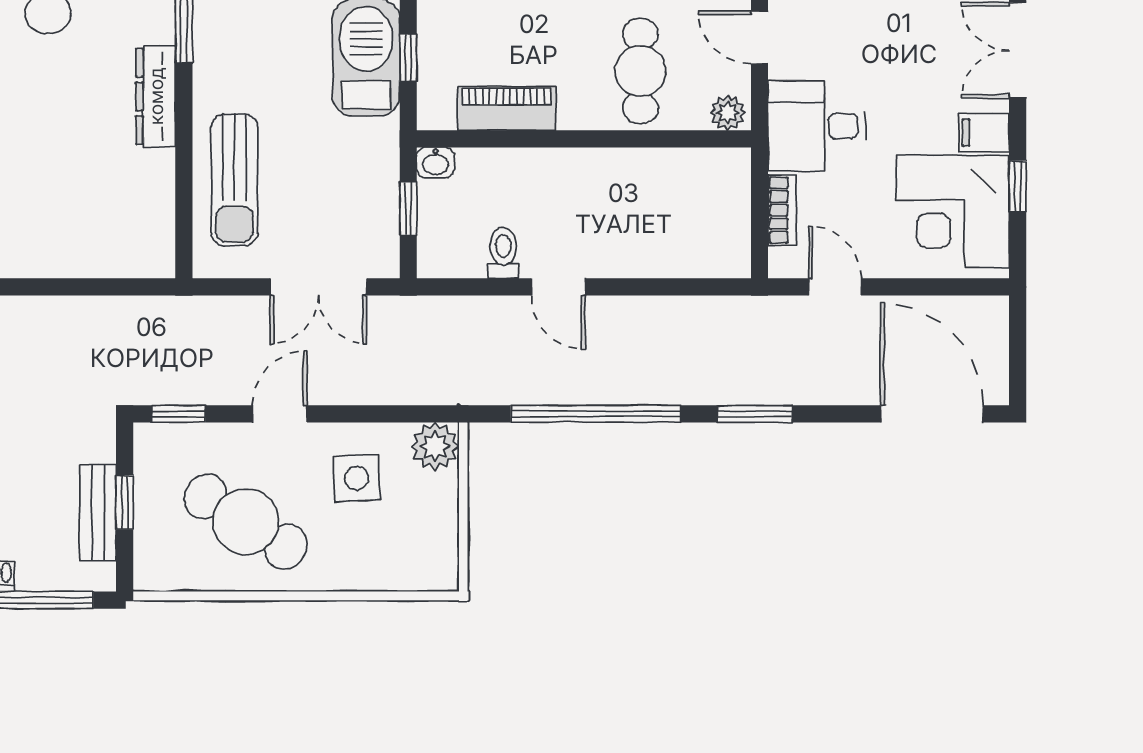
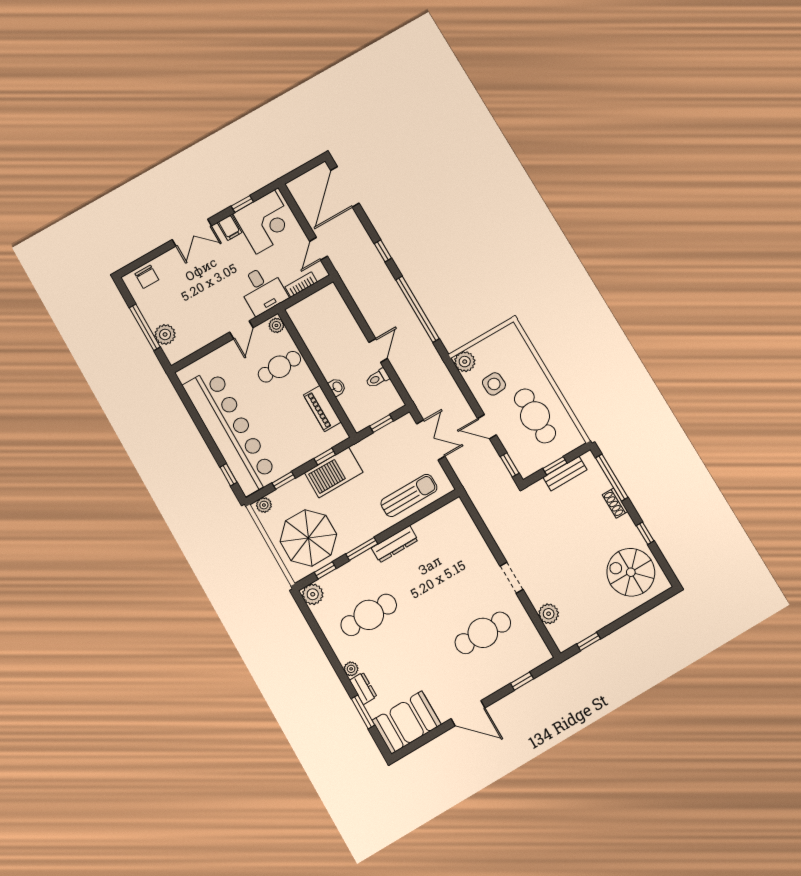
washbasin: (435, 162) -> (337, 387), moved
window: (755, 414) -> (383, 251), width x0.67
cafe table: (246, 522) -> (535, 416), turned -32

